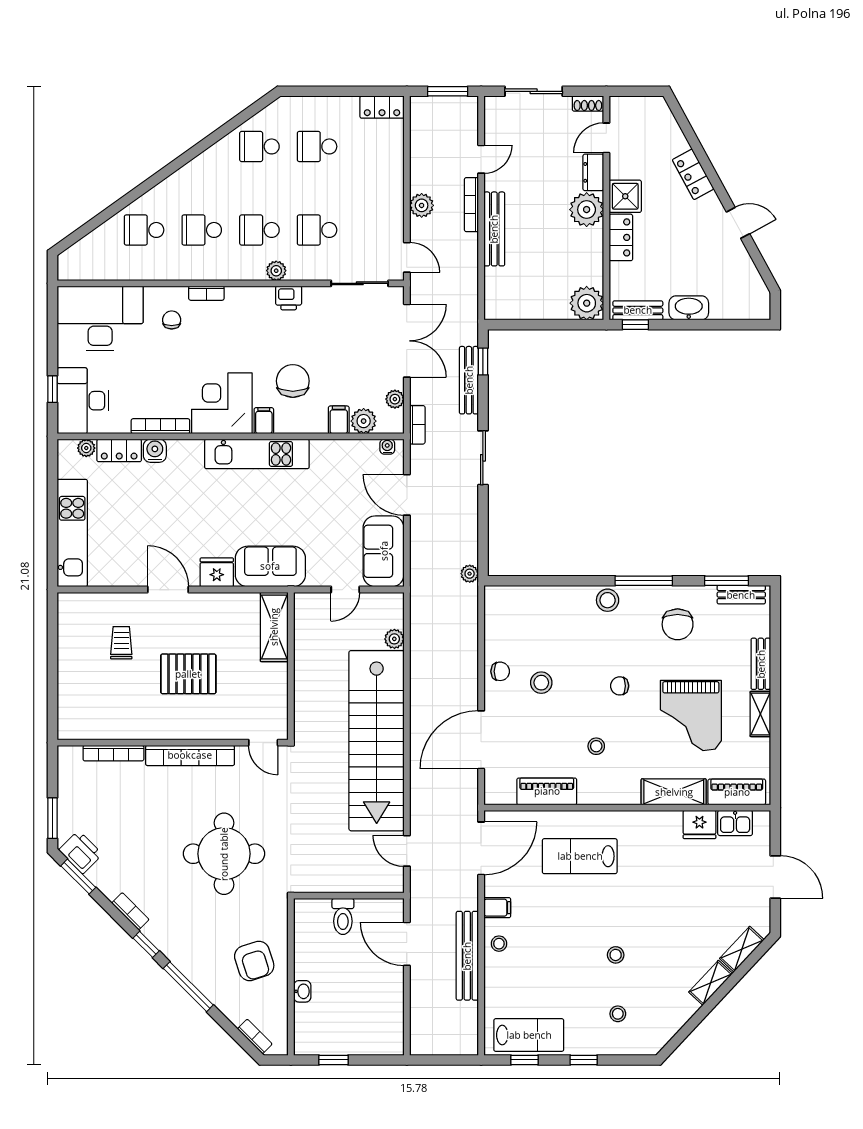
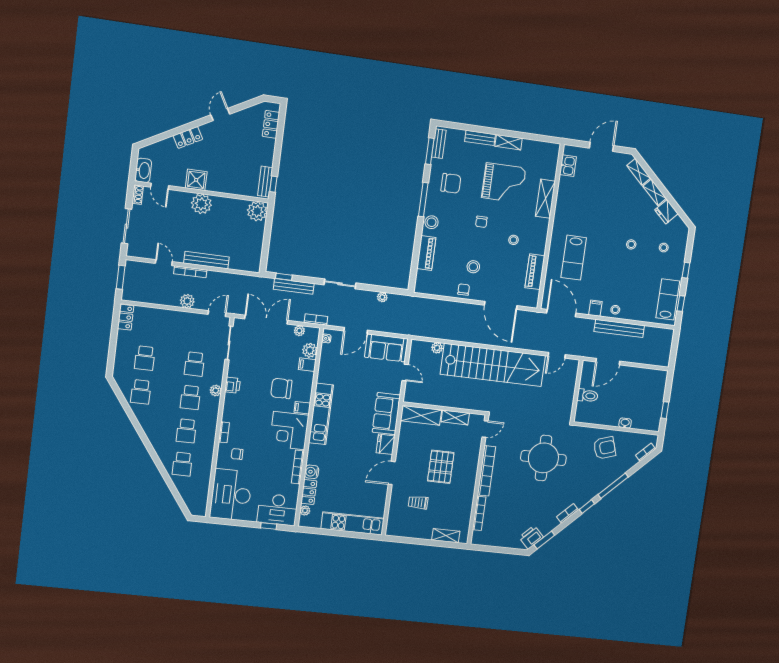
dresser: (593, 172) -> (180, 197), removed
locker: (621, 237) -> (271, 124), moved, turned -90
washbasin: (689, 308) -> (143, 170), moved, turned 180
plant: (470, 574) -> (382, 297), moved
shelving: (277, 687) -> (455, 417), added
shelving: (68, 699) -> (446, 536), added
piano: (737, 792) -> (426, 253), moved, turned 180
window: (52, 818) -> (510, 551), removed
fridge: (699, 824) -> (666, 212), moved, turned 133

